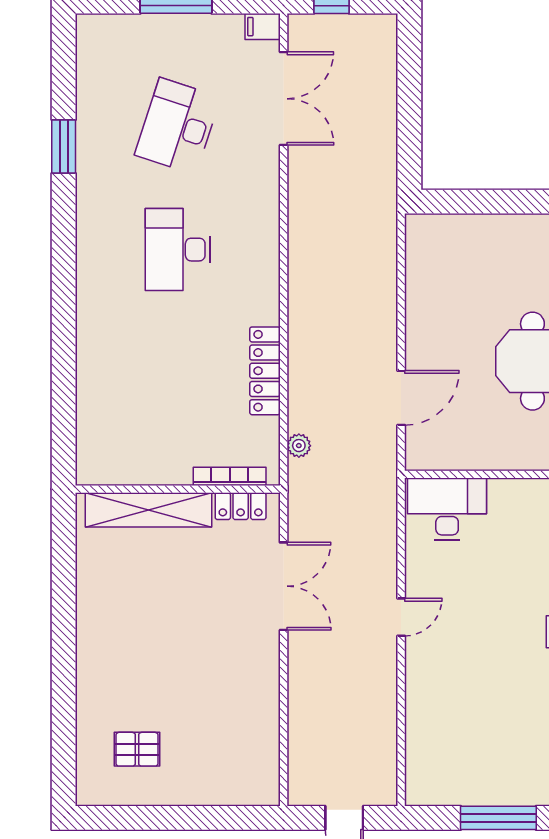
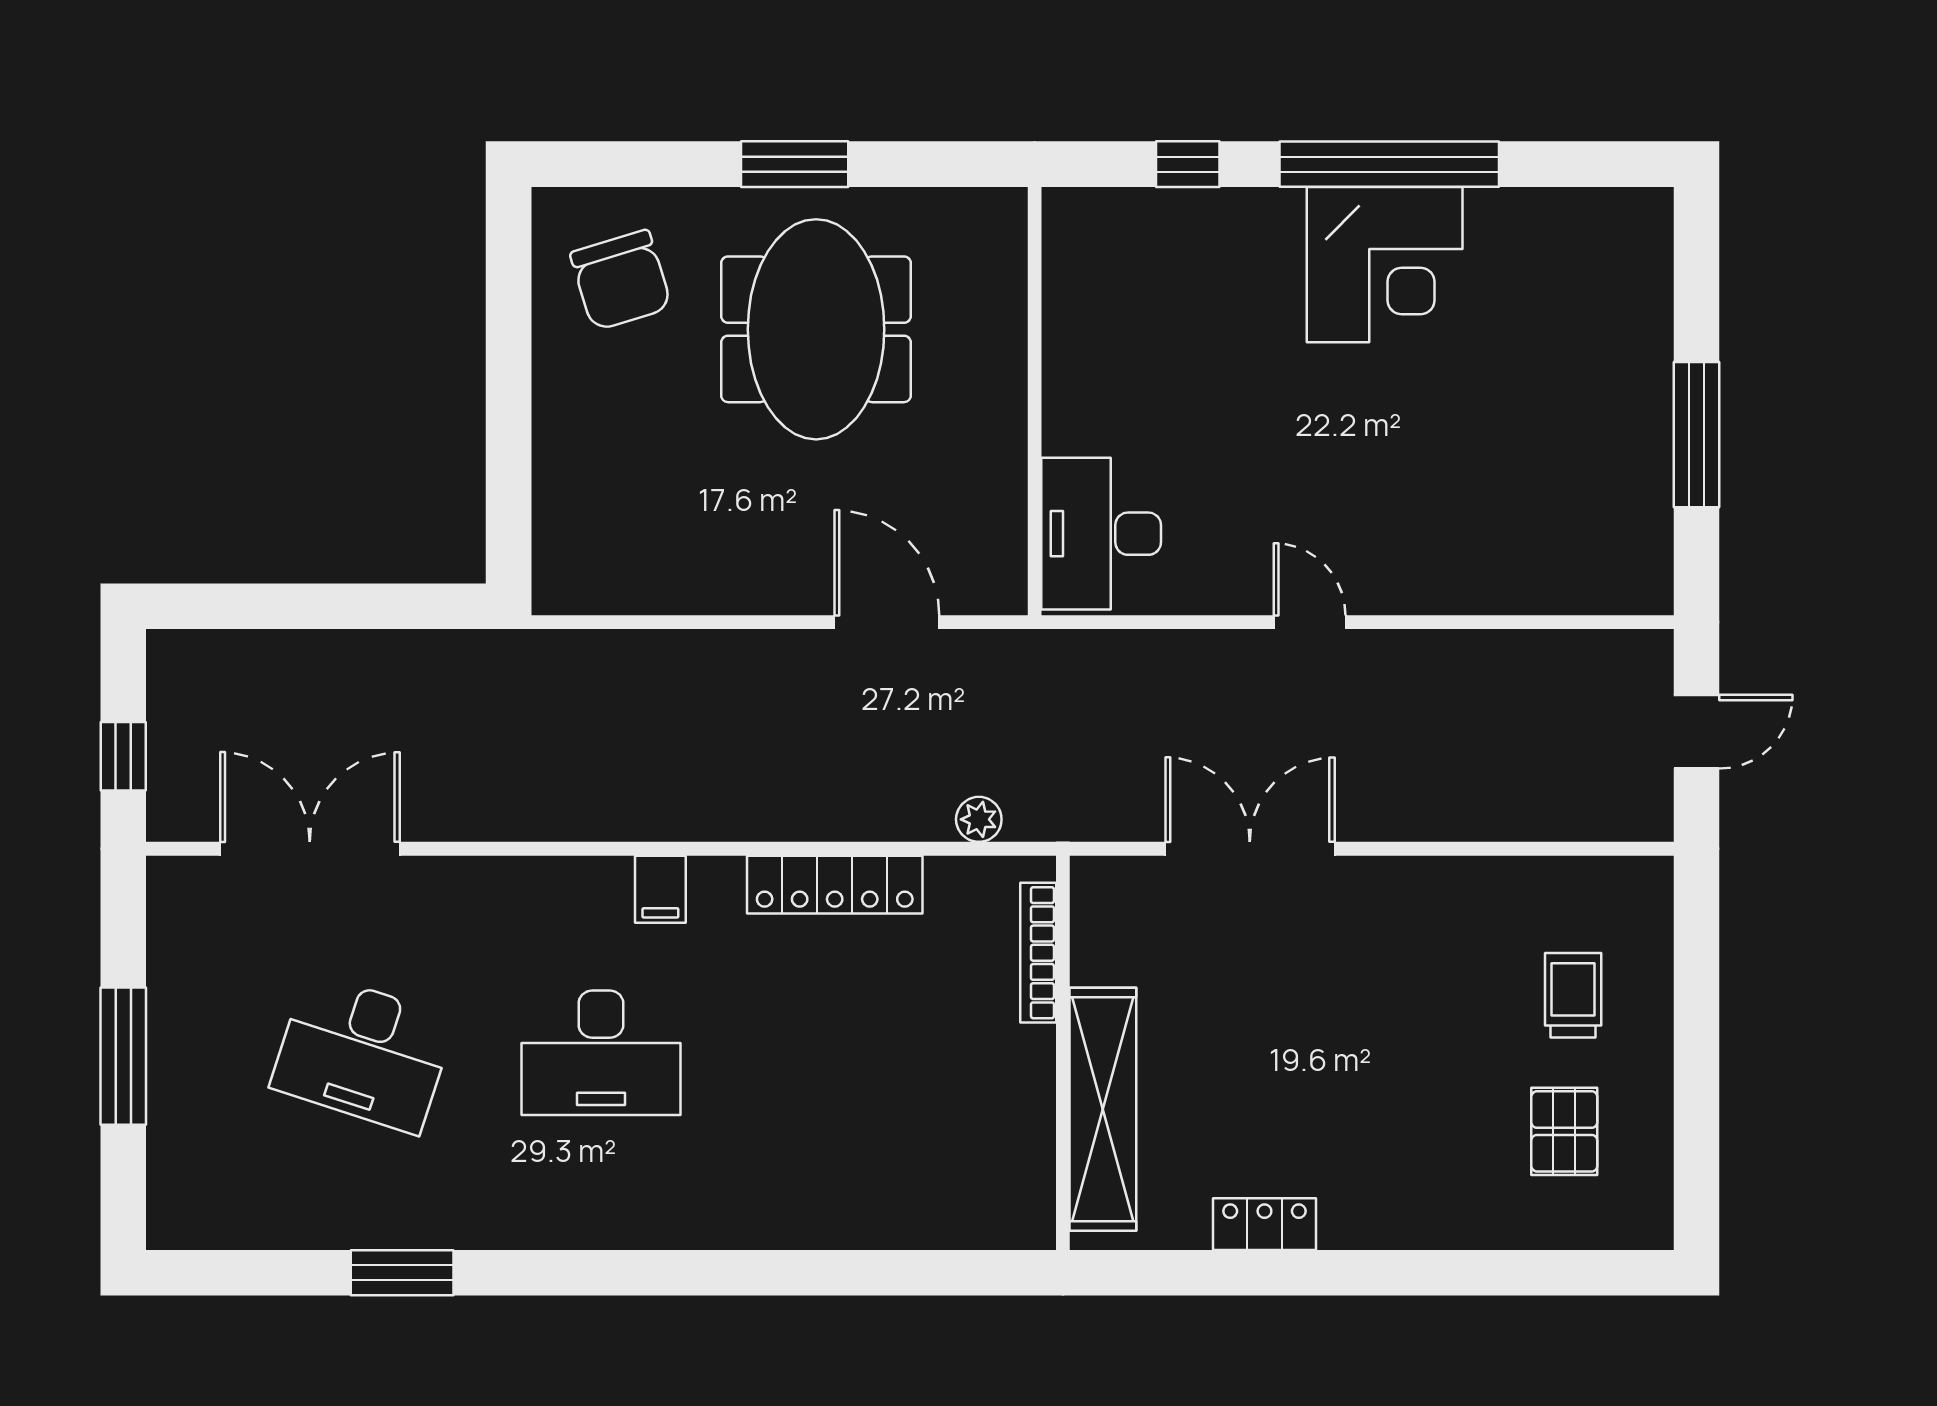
filing cabinet: (263, 27) -> (660, 889), moved
locker: (241, 506) -> (1264, 1224), moved, turned -90
trolley: (208, 754) -> (1573, 995), added

